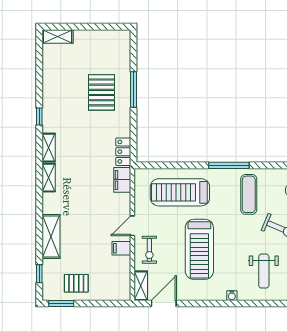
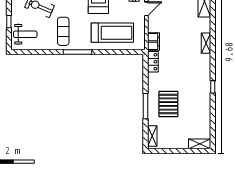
shelving: (49, 148) -> (152, 136), moved

